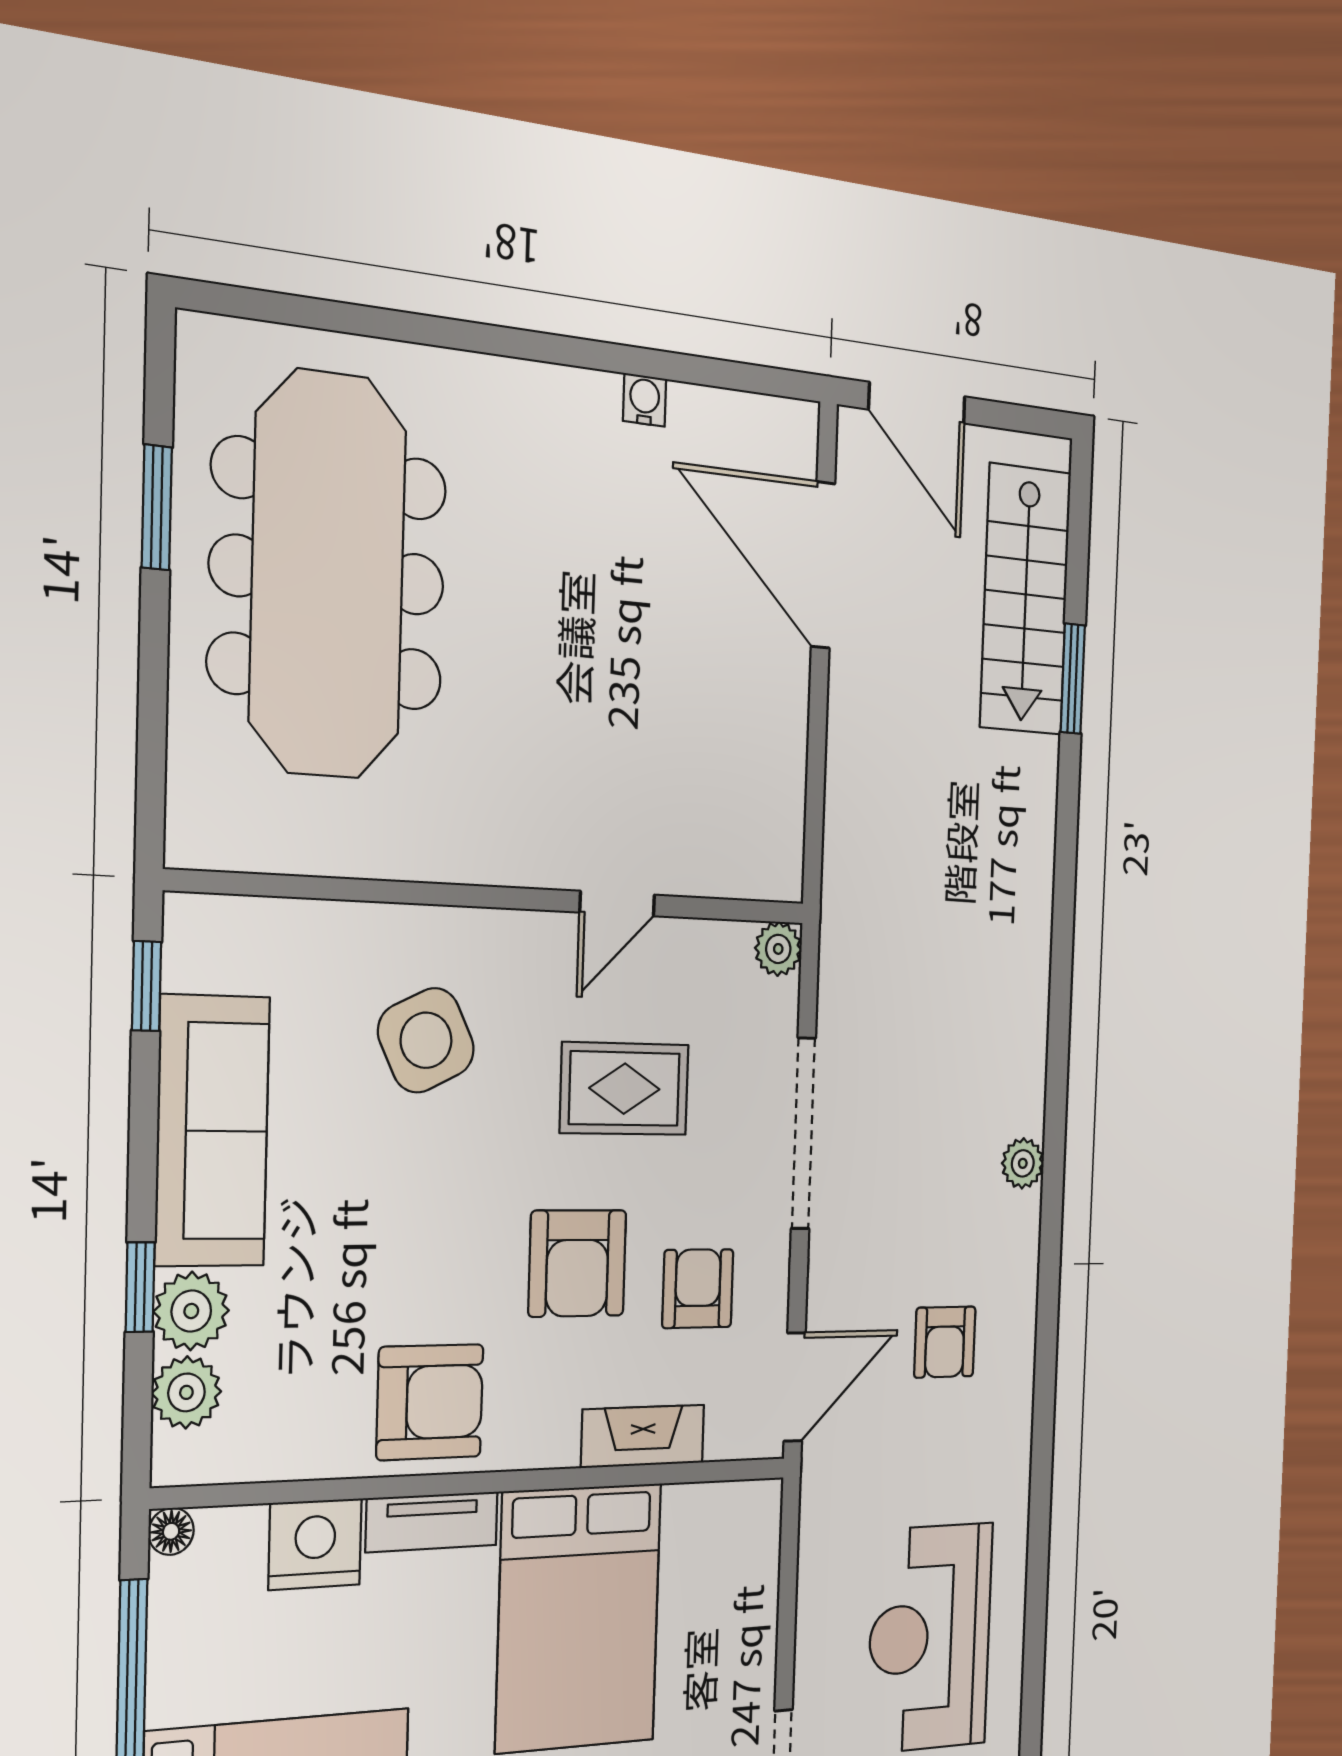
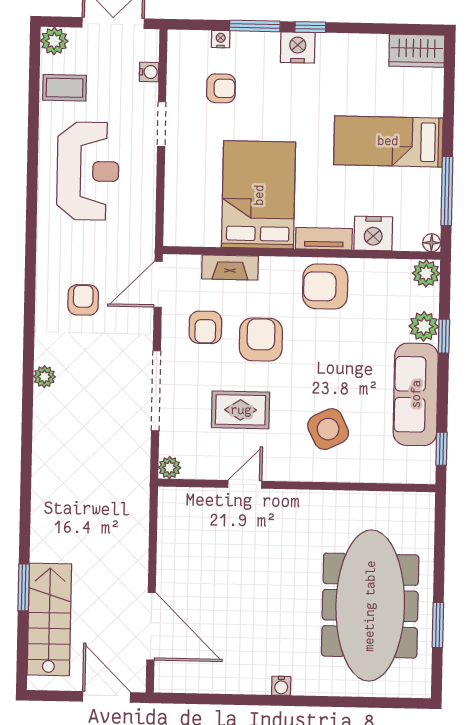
water cooler: (645, 400) -> (281, 686), moved
plant: (186, 1392) -> (426, 273), moved

